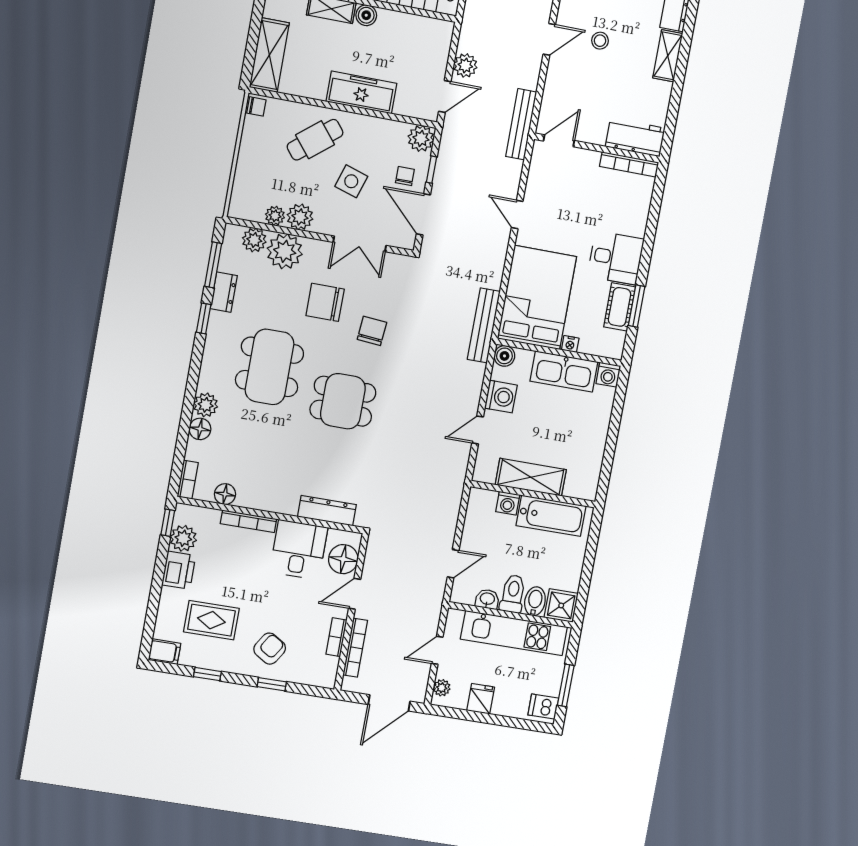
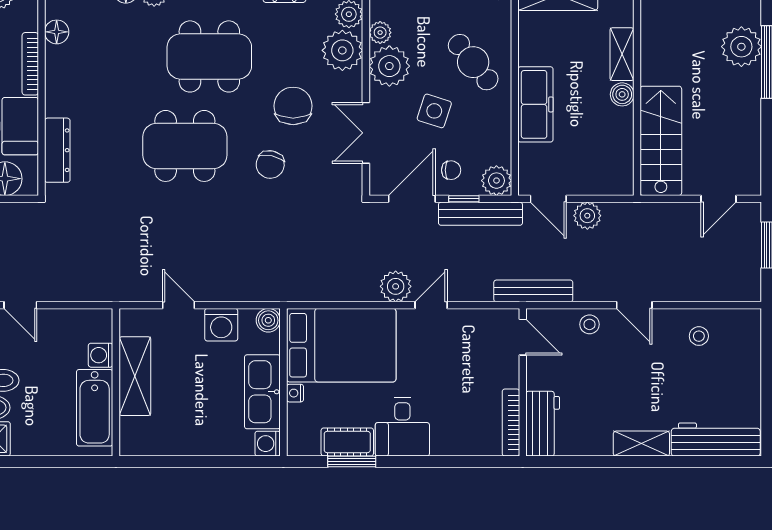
stool: (600, 41) -> (590, 324), moved
plant: (300, 217) -> (389, 66), width x1.36, depth x1.36
plant: (496, 242) -> (396, 286), added
bench: (484, 325) -> (480, 214), moved
chair: (372, 331) -> (270, 165), turned 98
dining table: (343, 401) -> (185, 146), width x1.38

